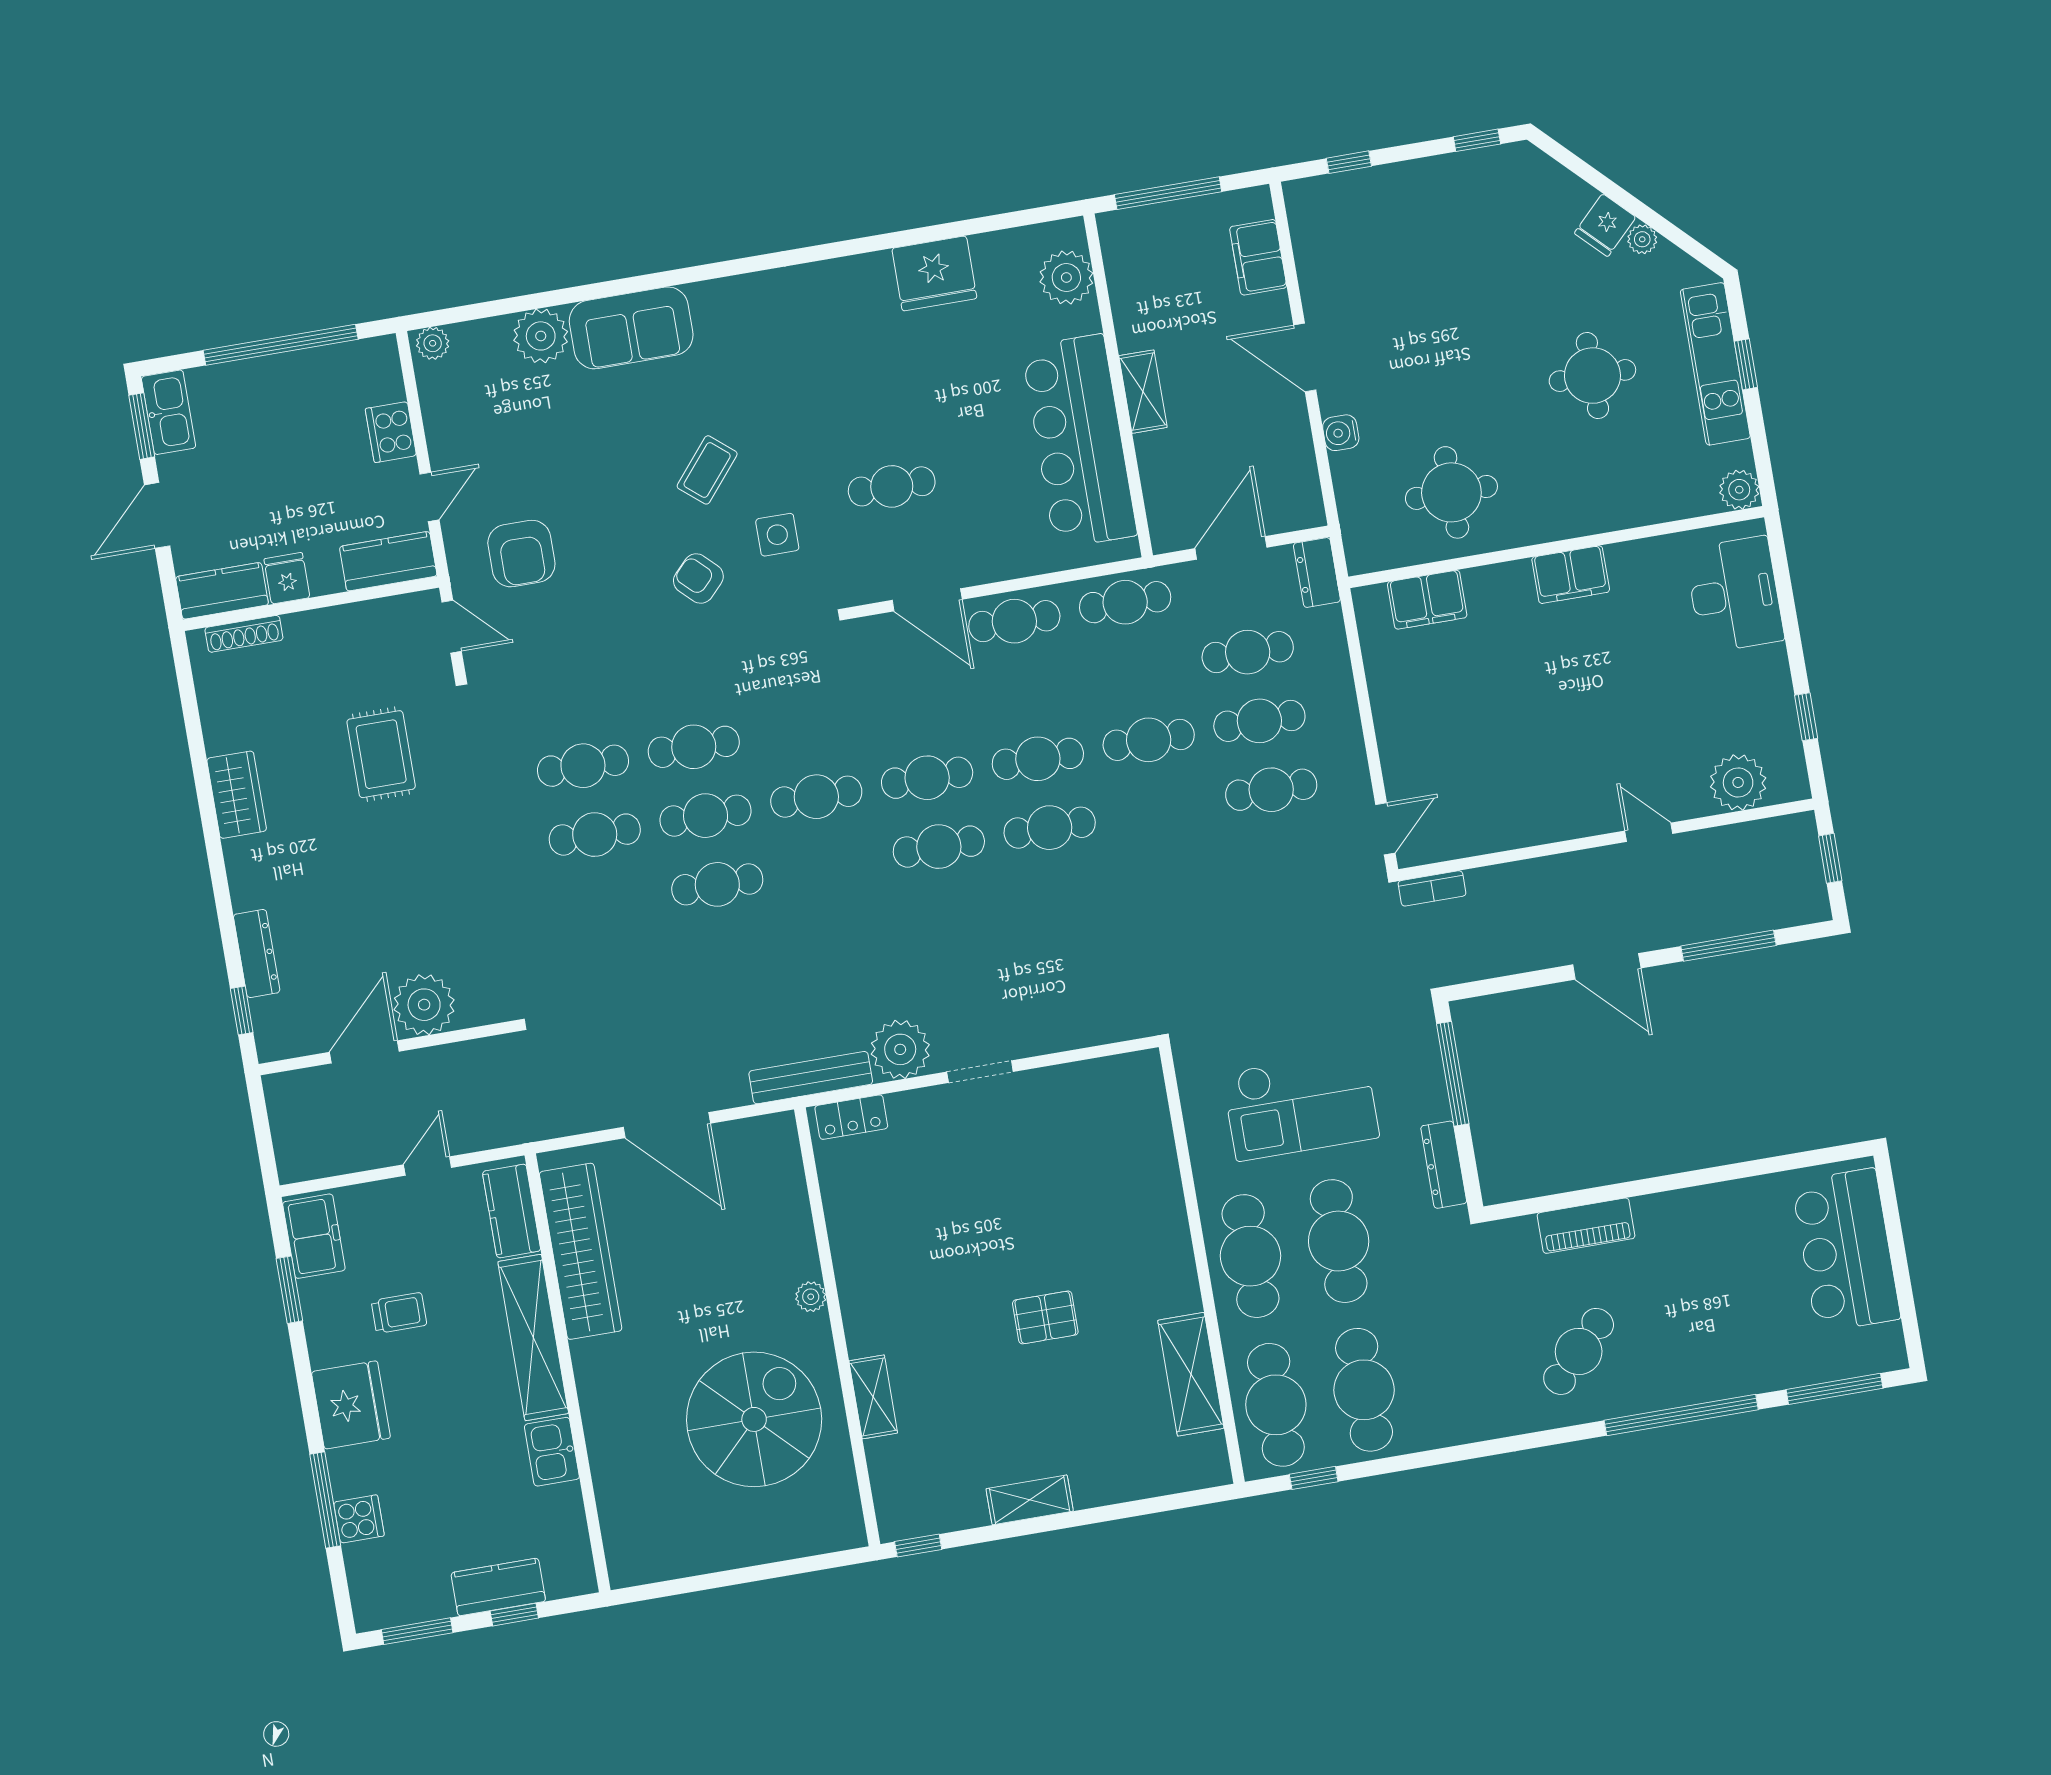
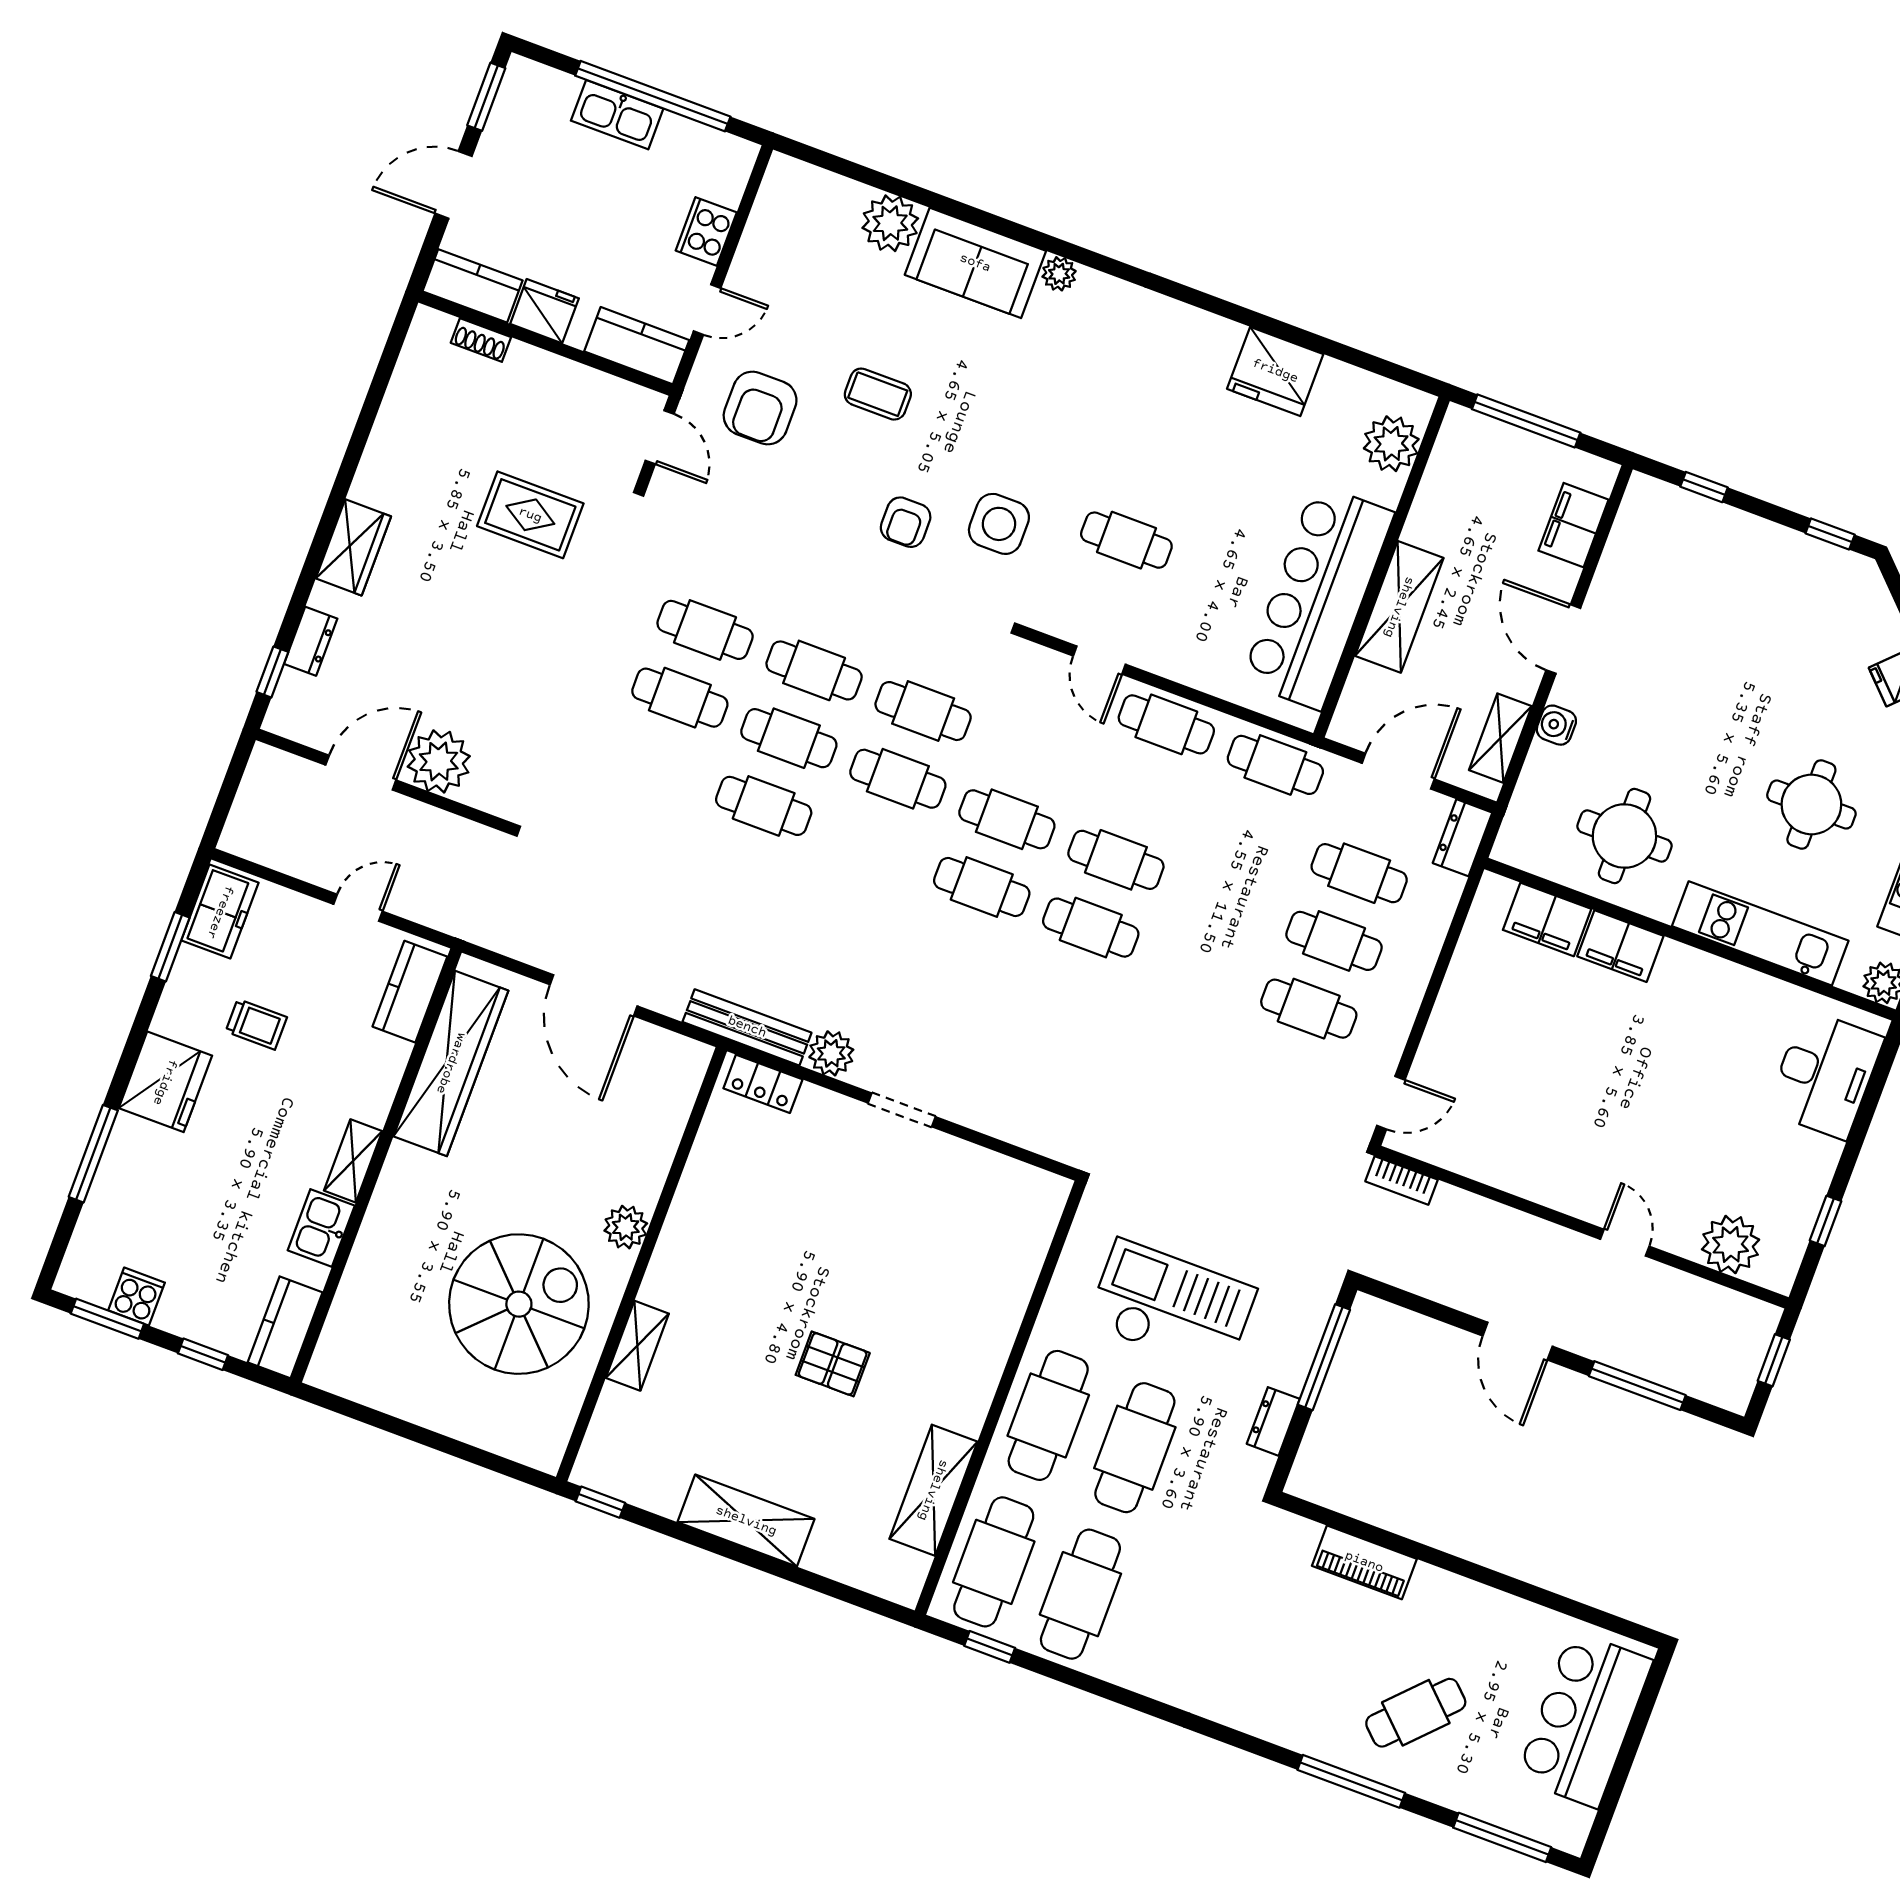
plant: (433, 343) -> (1059, 274), moved
shelving: (1143, 392) -> (1399, 607), width x1.50, depth x1.33
kitchen sink: (169, 412) -> (617, 115), moved, turned 90
coffee table: (707, 470) -> (878, 394), moved, turned 50
shelving: (1300, 471) -> (1500, 738), added
kitchen unit: (1612, 508) -> (1760, 933), added
side table: (777, 535) -> (999, 524), width x1.37, depth x1.37
filing cabinet: (1571, 575) -> (1620, 946), moved
fridge: (287, 578) -> (544, 311), width x1.38
armchair: (698, 579) -> (906, 522), turned -134
door: (927, 600) -> (1099, 660), width x0.73
shoe rack: (244, 634) -> (481, 340), width x0.70
cafe table: (1149, 740) -> (923, 711), moved
rug: (381, 754) -> (530, 515), turned 90
wardrobe: (237, 795) -> (353, 547), moved
dresser: (257, 953) -> (311, 641), width x0.70
plant: (900, 1049) -> (831, 1053), width x0.73, depth x0.73
checkout: (1301, 1105) -> (1171, 1306), turned 180
dresser: (1444, 1165) -> (1273, 1421), width x0.70
plant: (811, 1297) -> (626, 1227), width x1.38, depth x1.38
shelving: (533, 1338) -> (353, 1161), width x0.45, depth x0.75
cafe table: (1579, 1351) -> (1416, 1713), moved
window: (1681, 1415) -> (1351, 1781), width x0.68
shelving: (1030, 1500) -> (746, 1521), width x1.50, depth x1.33
cooker: (359, 1519) -> (137, 1297), moved, turned -90
kitchen counter: (498, 1587) -> (285, 1327), moved, turned -90

